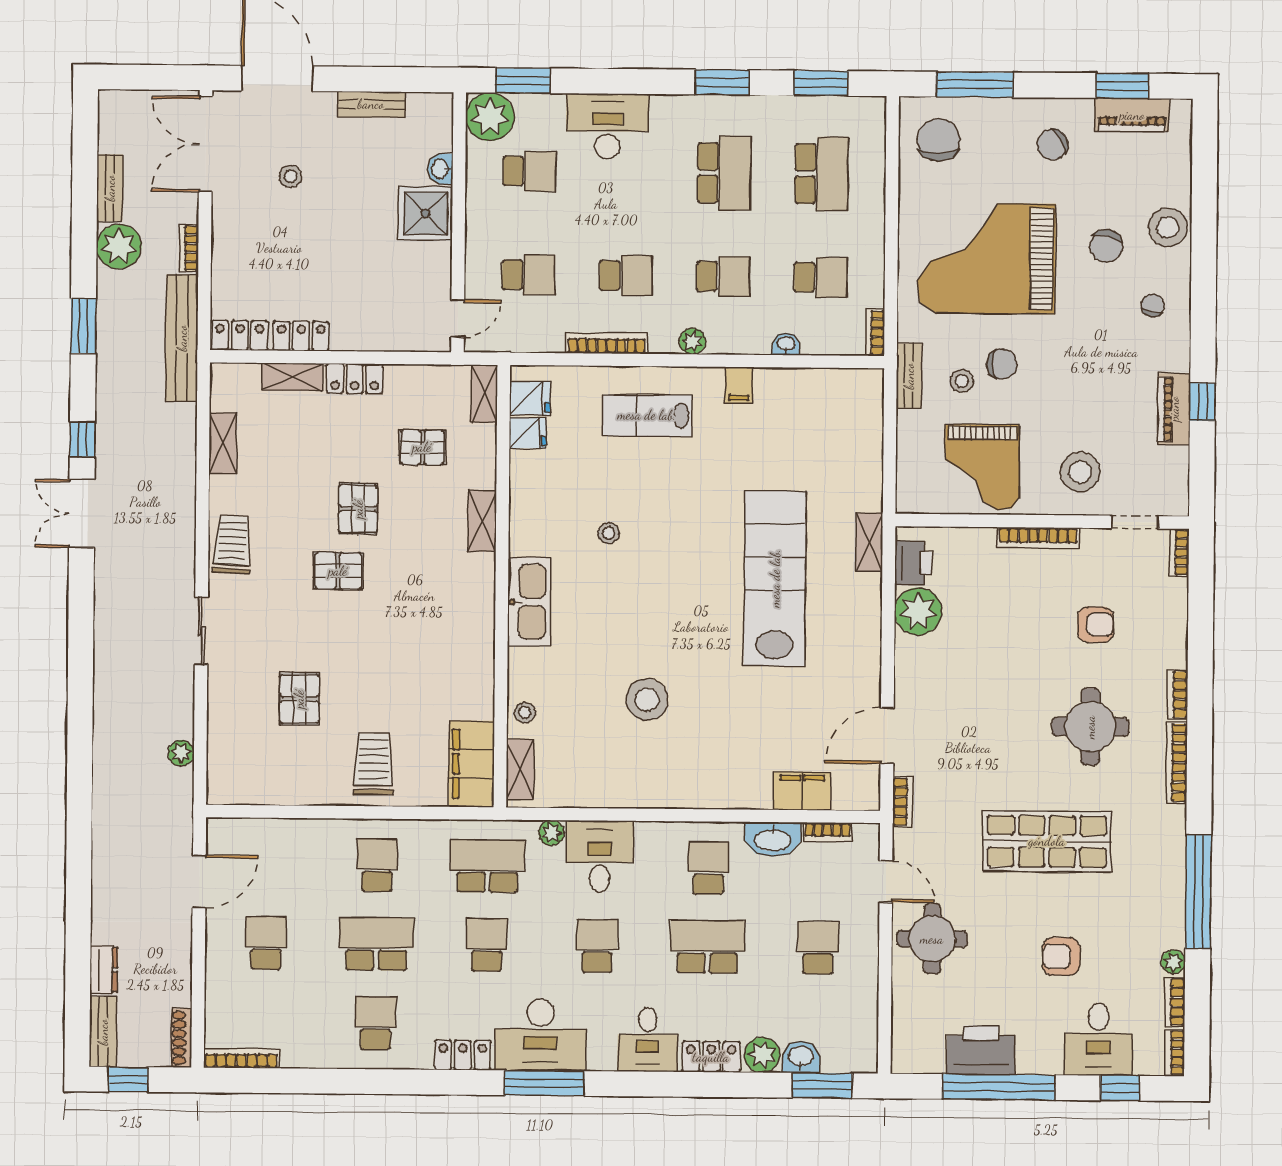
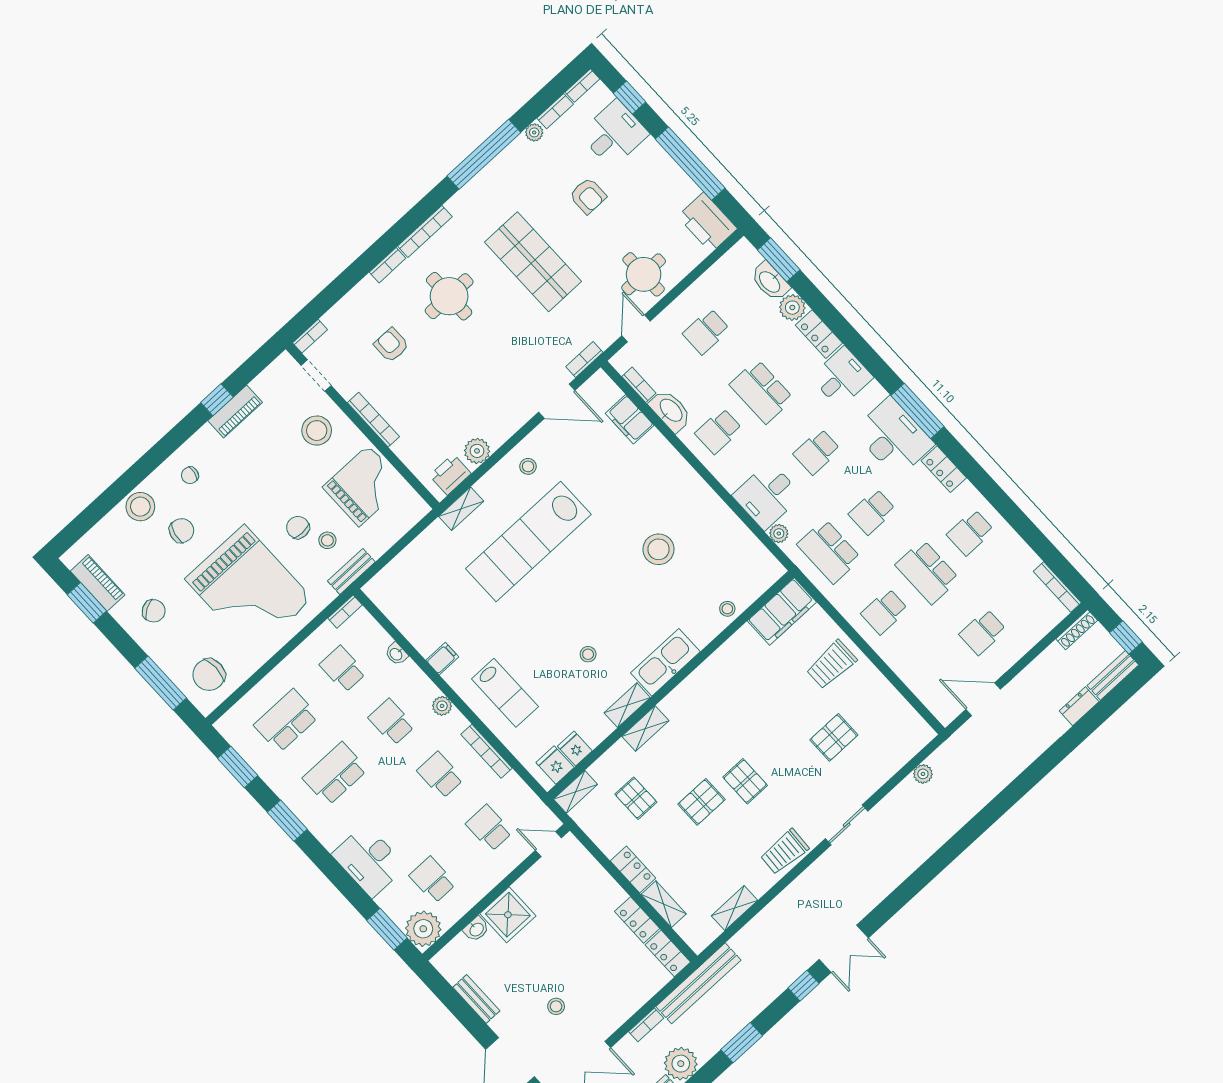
plant: (918, 611) -> (477, 451), width x0.73, depth x0.73
stool: (849, 647) -> (528, 466), added
shelving: (520, 769) -> (627, 705), moved
printer: (981, 1050) -> (707, 222), moved
washbasin: (801, 1057) -> (770, 281), width x1.38

